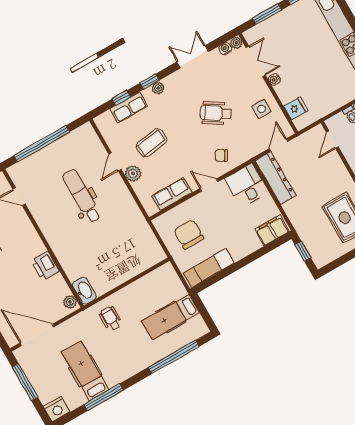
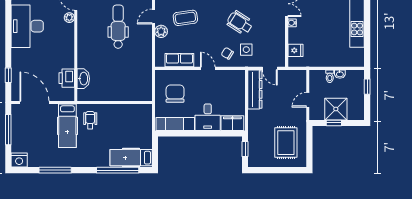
side table: (261, 109) -> (246, 50), moved
door: (332, 140) -> (308, 100), moved
door: (279, 145) -> (270, 68), swing flipped
desk: (247, 185) -> (208, 117), moved, turned 180
printer: (45, 266) -> (67, 78), moved
washbasin: (84, 291) -> (83, 79), moved
plant: (70, 302) -> (69, 18), moved
hospital bed: (171, 317) -> (131, 158), moved
hospital bed: (85, 371) -> (67, 126), moved, turned 180

